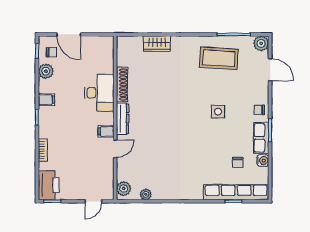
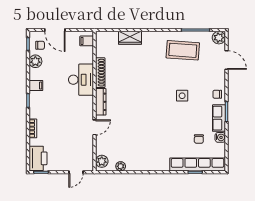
filing cabinet: (106, 131) -> (87, 41), moved

